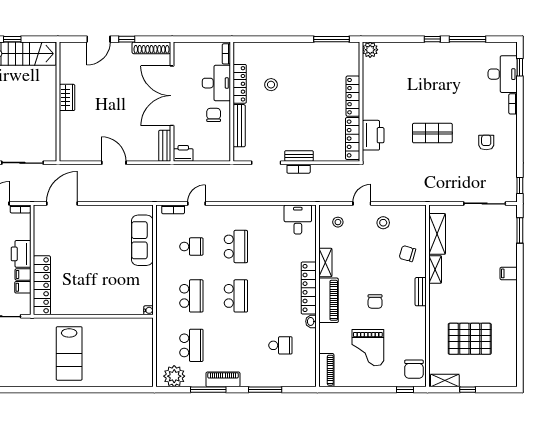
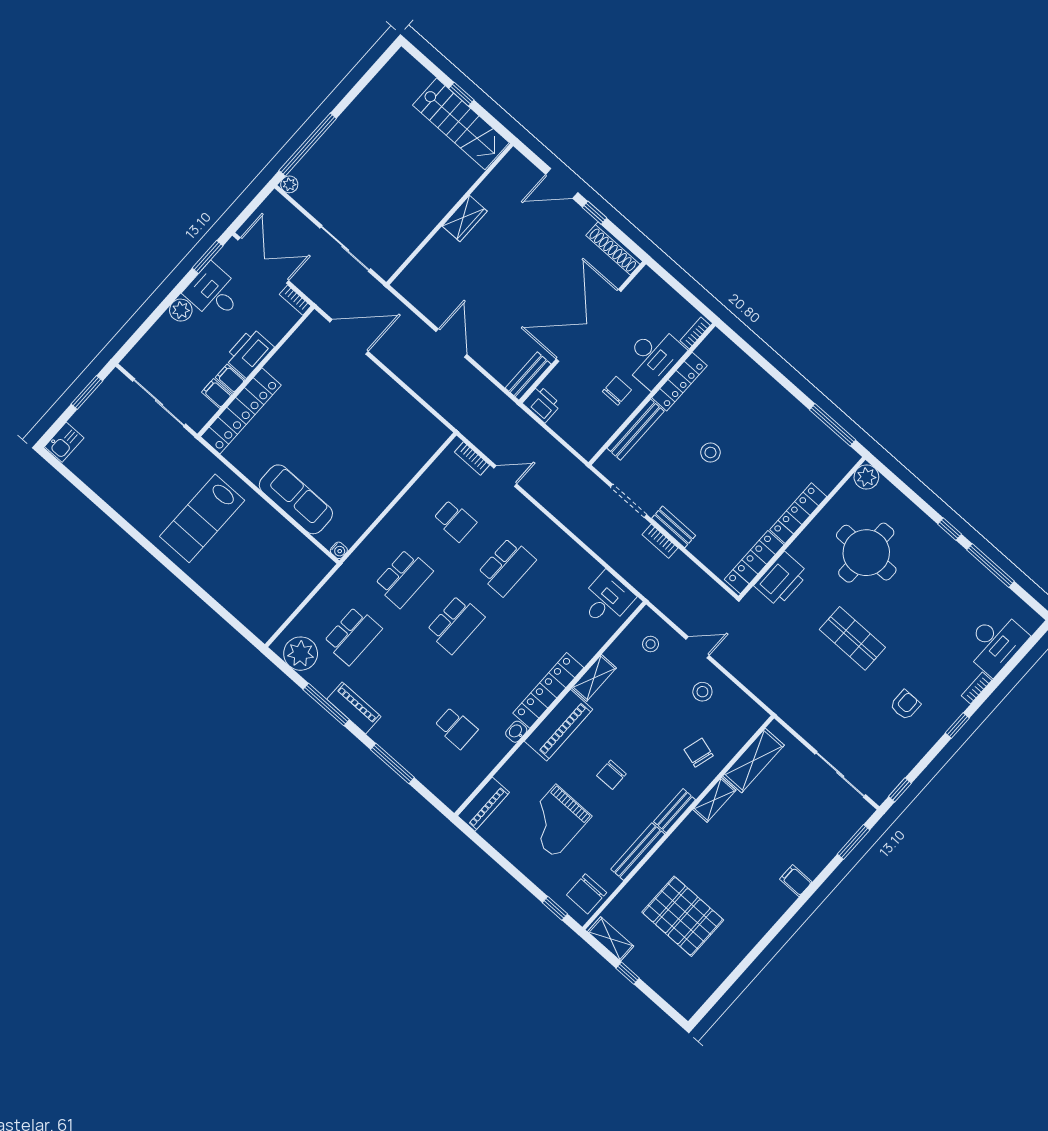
window: (520, 67) -> (957, 725), moved
stool: (271, 85) -> (710, 452), moved
round table: (402, 86) -> (866, 553), added
sofa: (142, 240) -> (296, 499), moved, turned 90
bench: (421, 327) -> (638, 852), added

